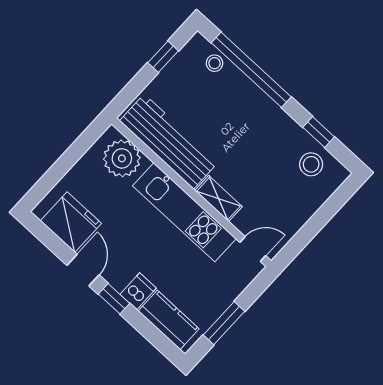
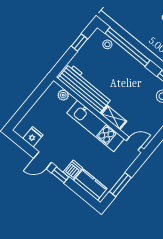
plant: (122, 158) -> (63, 95), width x0.53, depth x0.53
fridge: (71, 222) -> (33, 137), width x0.53, depth x0.75
door: (83, 270) -> (43, 160), swing flipped

